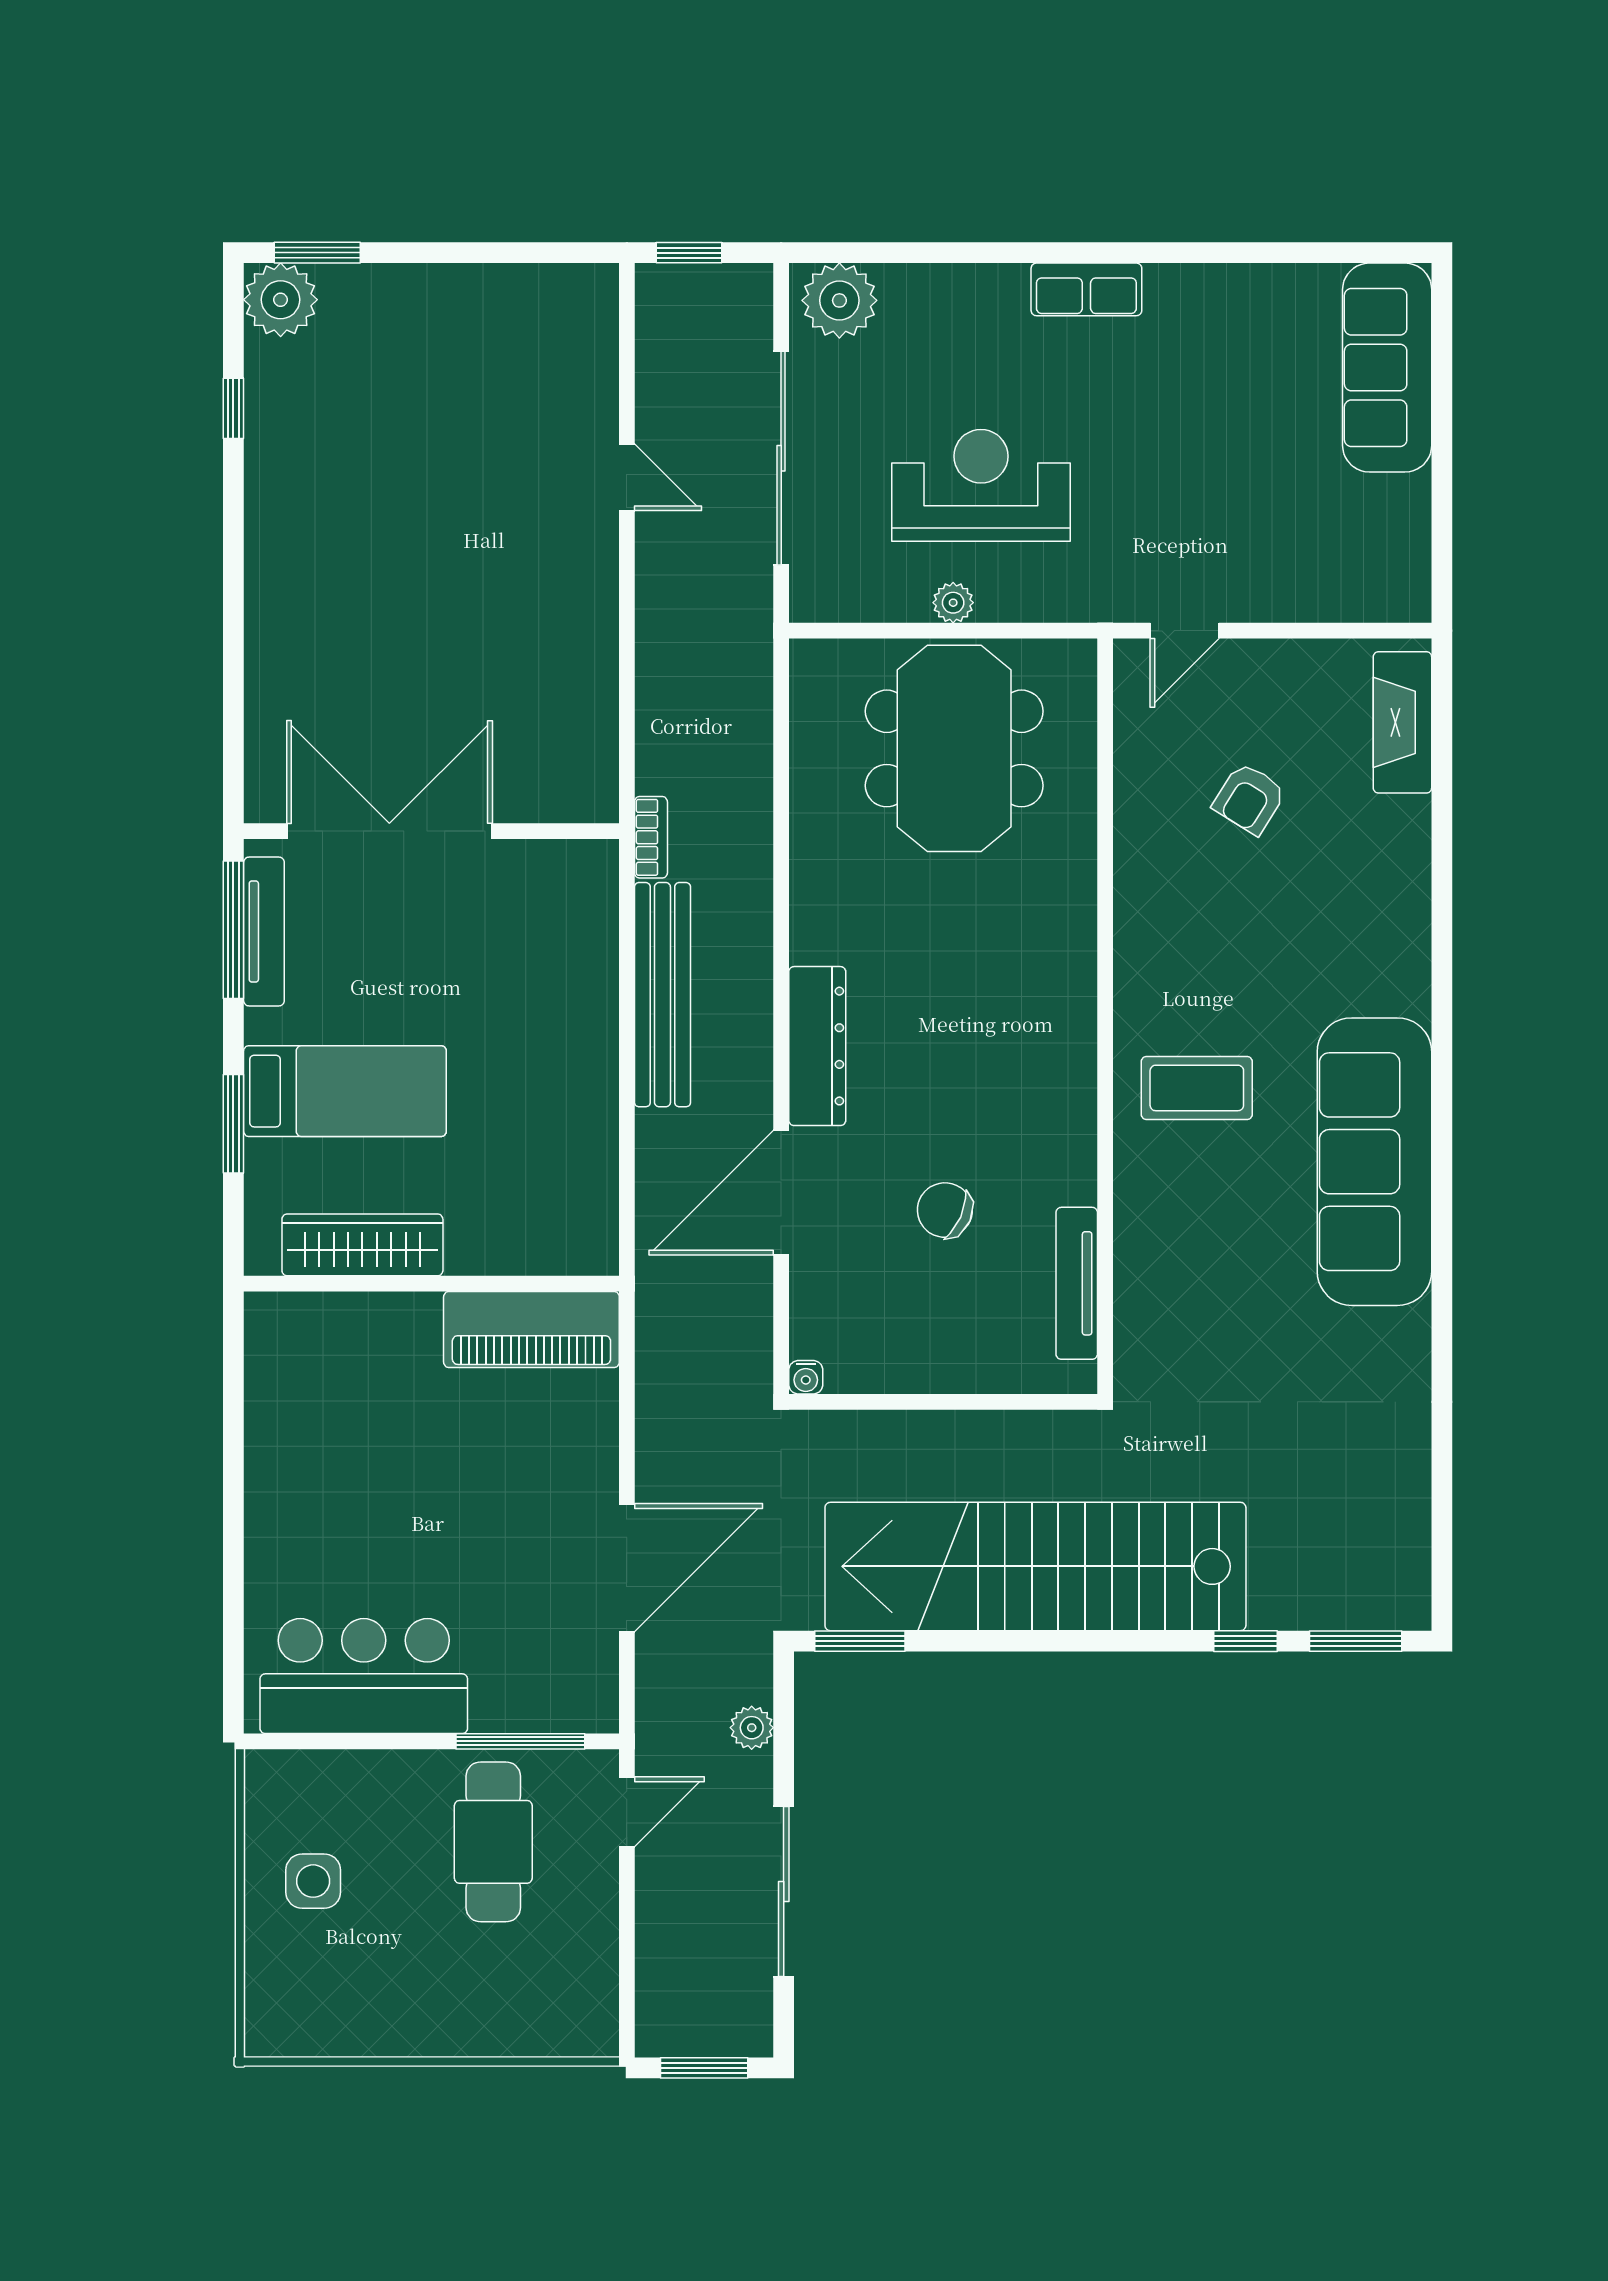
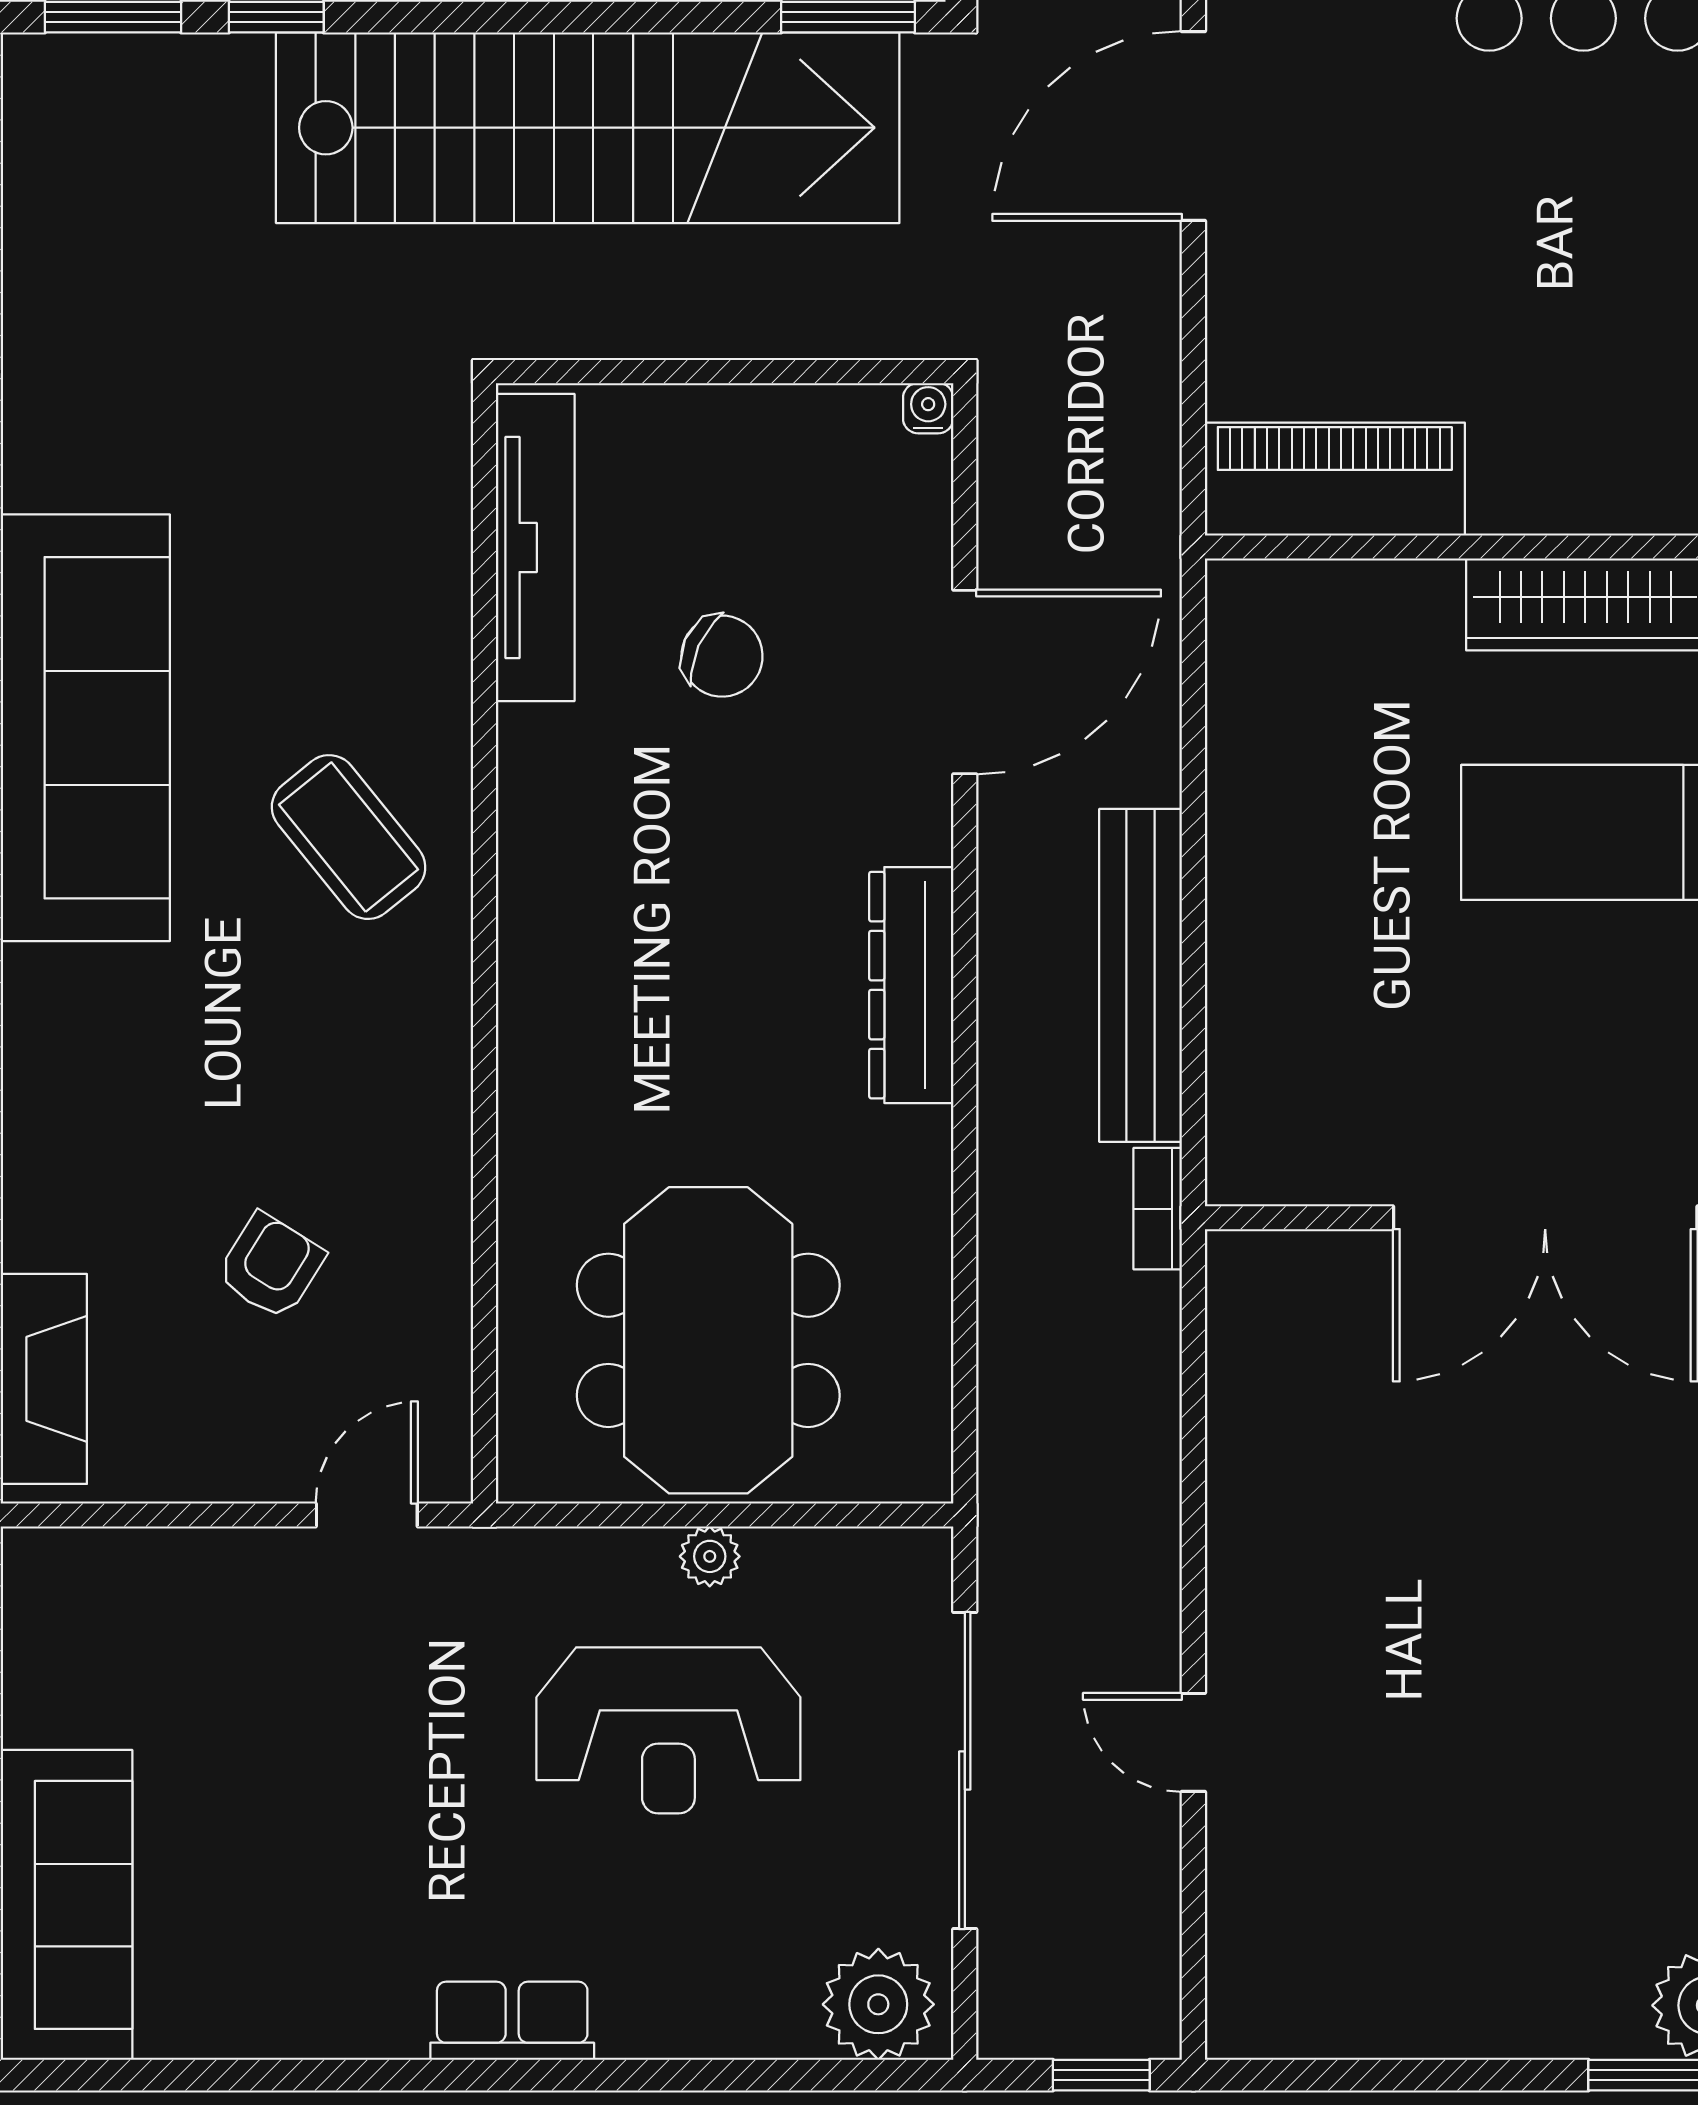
dresser: (817, 1046) -> (911, 985), moved
coffee table: (1197, 1088) -> (349, 837), turned 51
tv unit: (1077, 1283) -> (535, 547), width x1.36, depth x1.29

